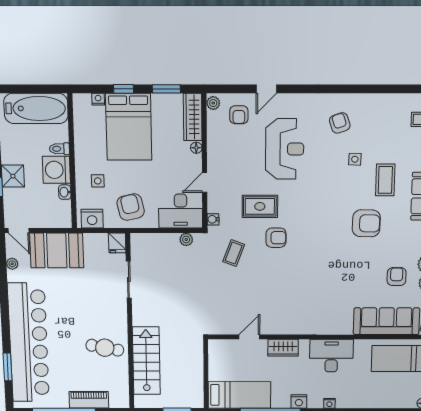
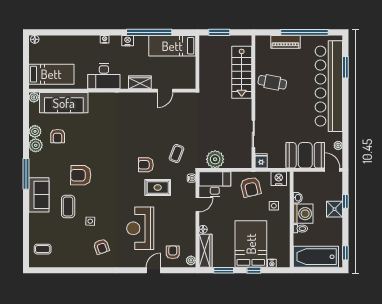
plant: (186, 239) -> (215, 159), width x1.88, depth x1.88

